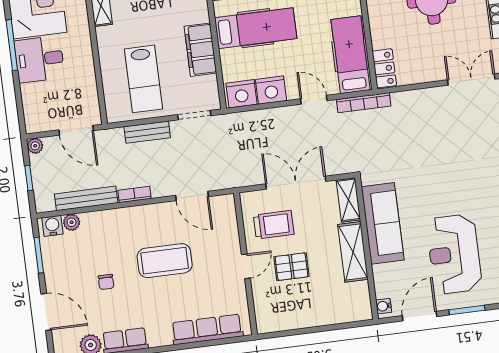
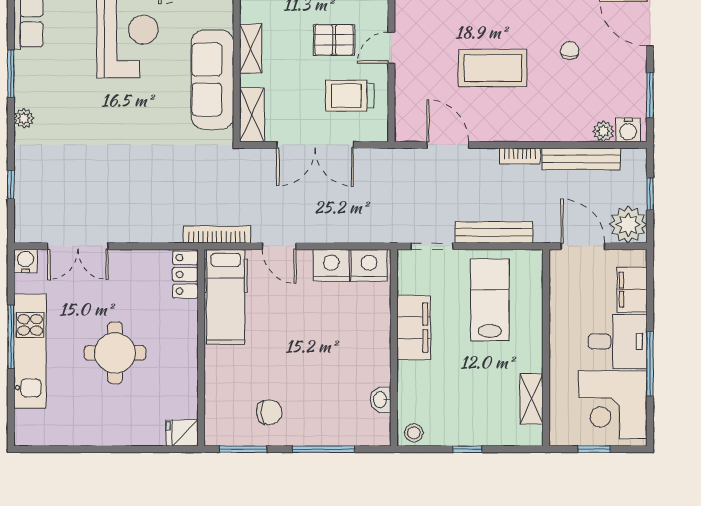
hospital bed: (256, 28) -> (341, 346), removed
filing cabinet: (33, 101) -> (632, 290), added
bench: (147, 132) -> (494, 232), width x1.36
plant: (35, 146) -> (628, 224), width x1.88, depth x1.88
shelving: (353, 252) -> (251, 49), width x0.67, depth x0.75

